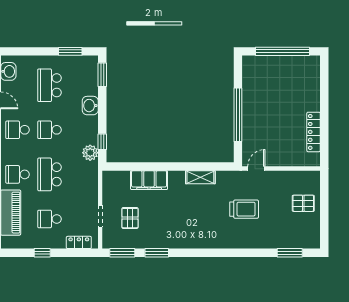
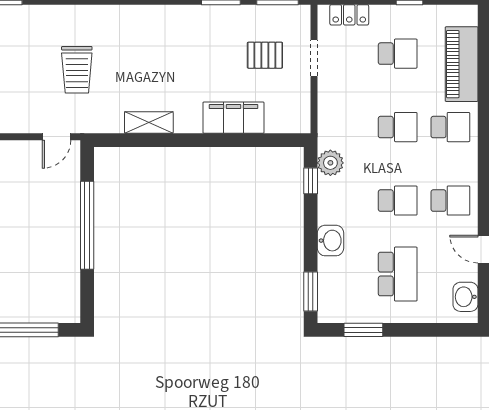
school desk: (49, 174) -> (398, 127), width x0.54
trolley: (244, 209) -> (77, 70), turned -90
pallet: (130, 218) -> (265, 55), turned 90

